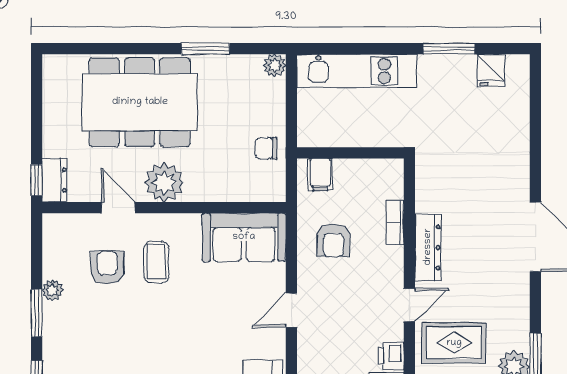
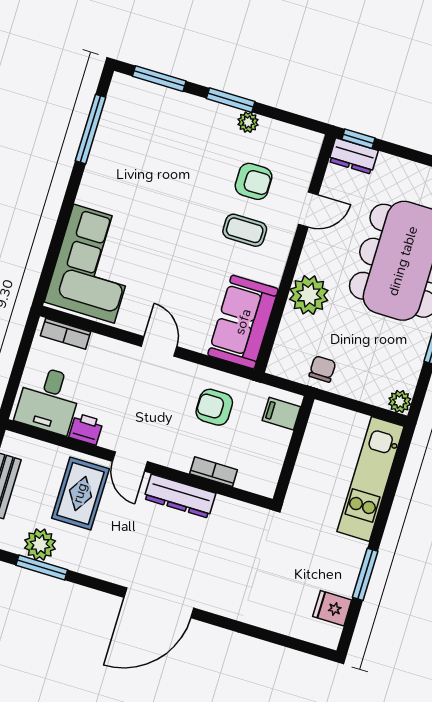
plant: (164, 182) -> (309, 295), moved

